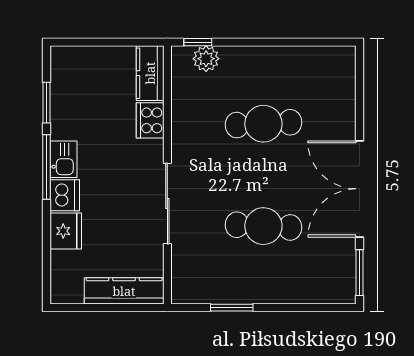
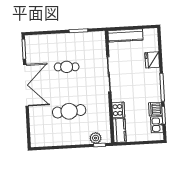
kitchen sink: (63, 159) -> (157, 125), moved
dishwasher: (65, 195) -> (155, 109), moved
cafe table: (263, 226) -> (67, 67), width x0.73, depth x0.74

